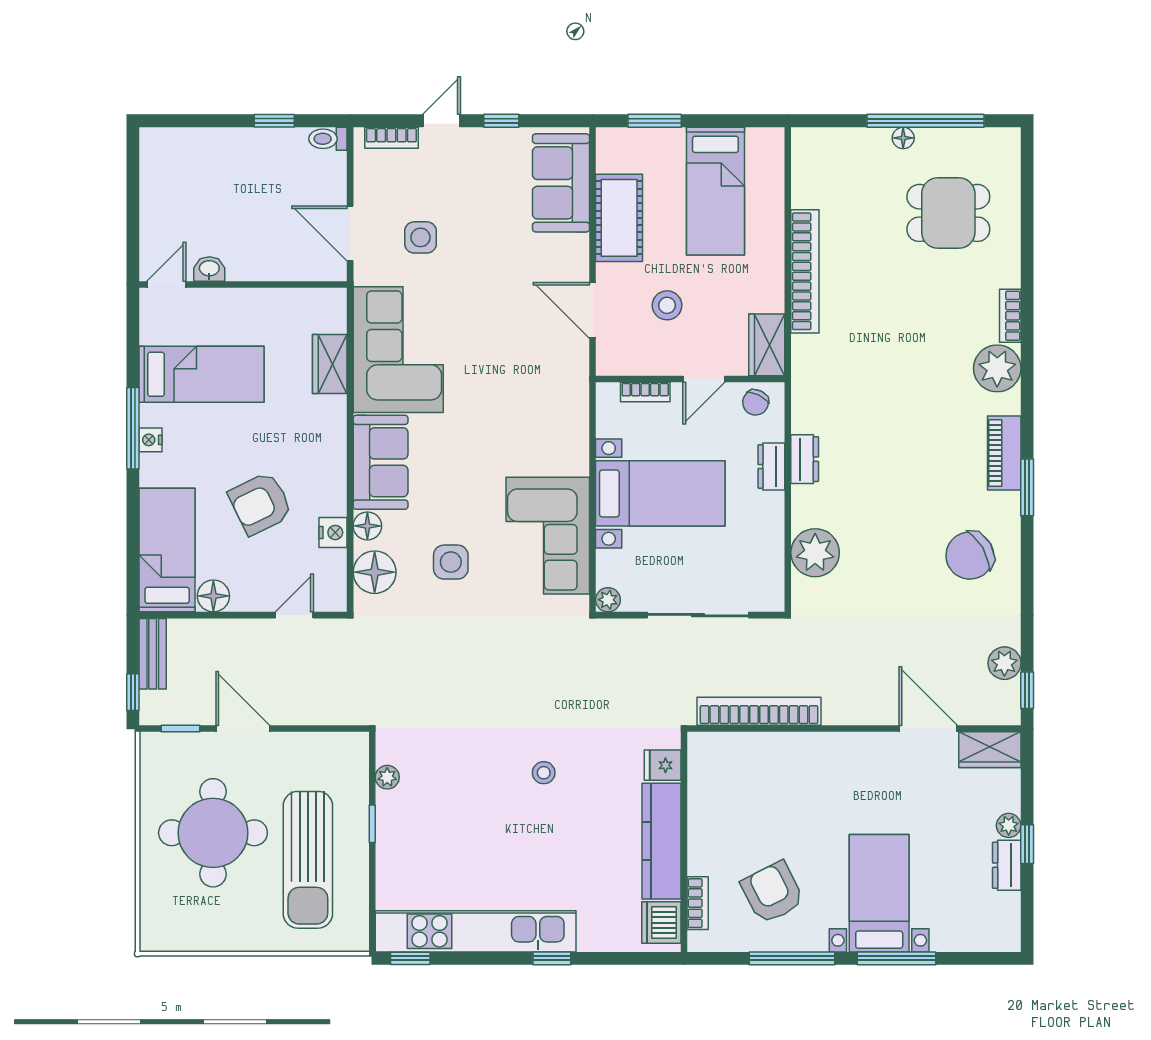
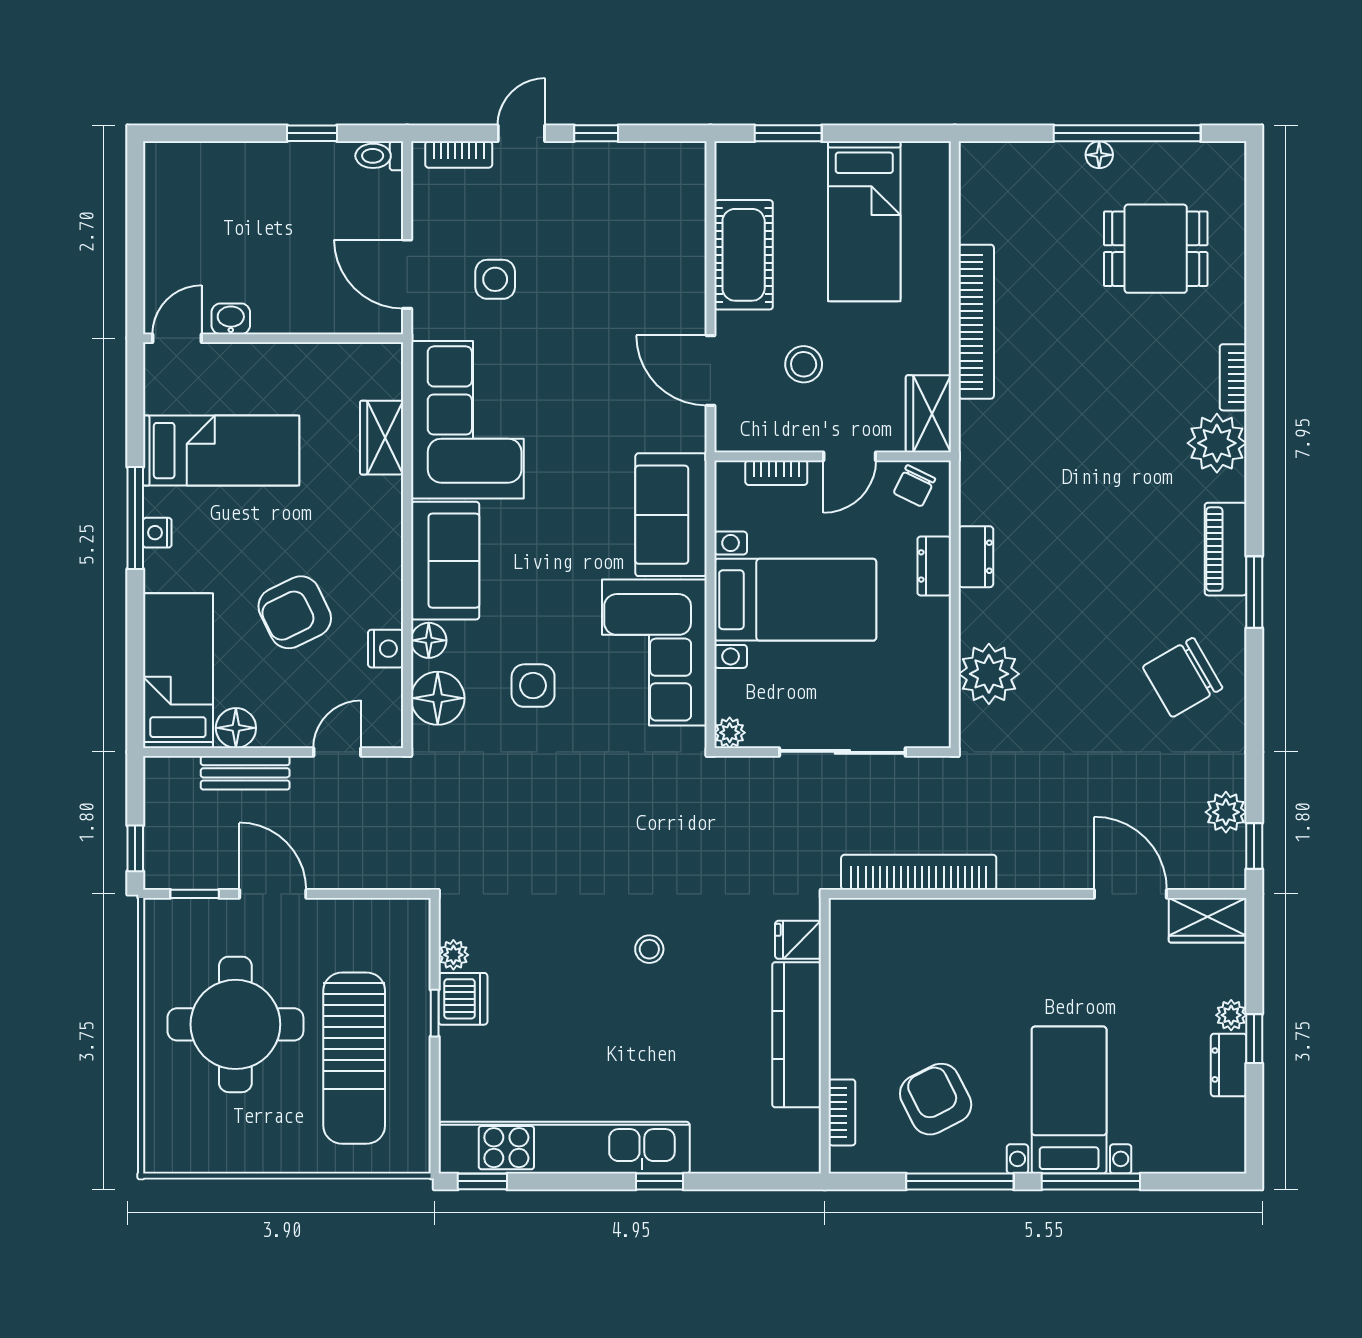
sofa: (561, 183) -> (671, 515), moved
bench: (153, 654) -> (245, 773), moved, turned 90
dishwasher: (661, 923) -> (463, 999), moved, turned 180

